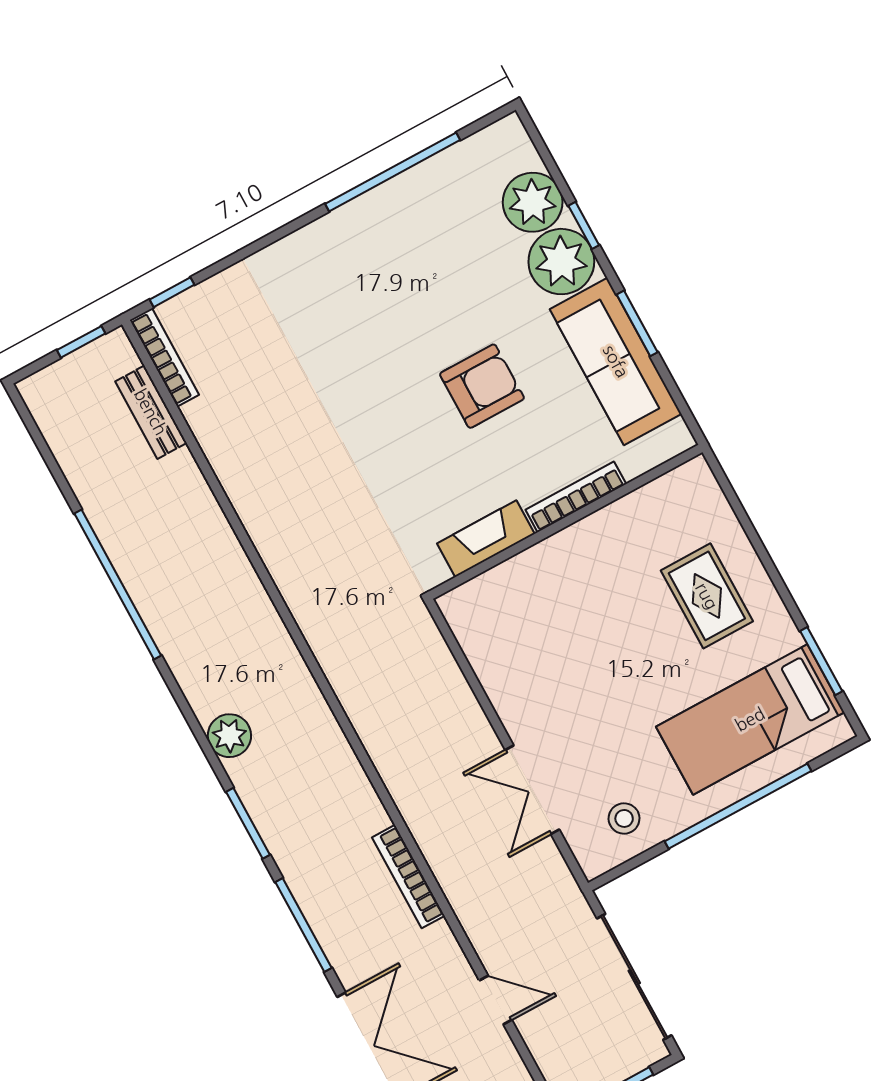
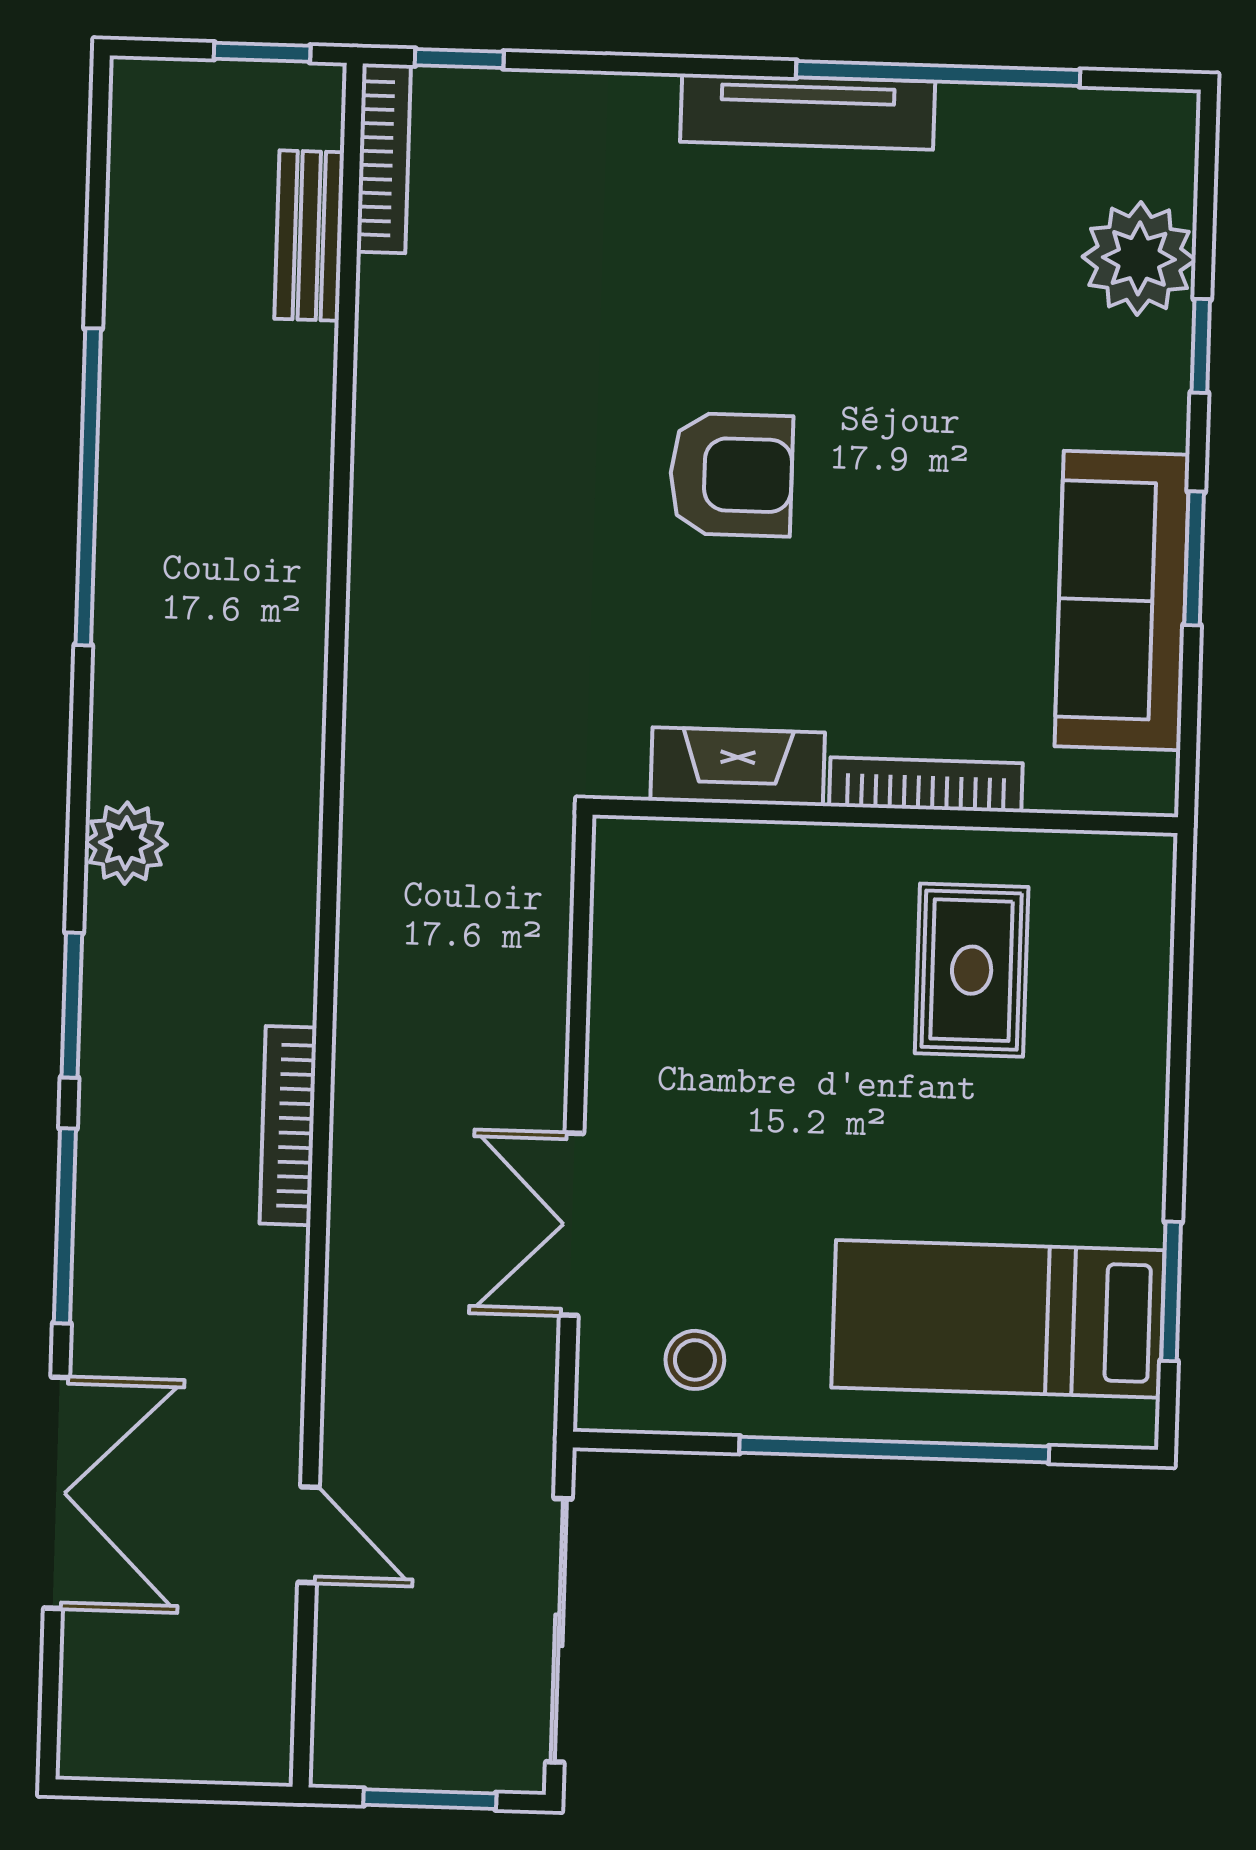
tv unit: (344, 224) -> (808, 112), added
plant: (561, 262) -> (1129, 384), removed
armchair: (482, 386) -> (731, 475), moved
rug: (707, 596) -> (972, 970), moved
bookcase: (408, 877) -> (288, 1126), moved

